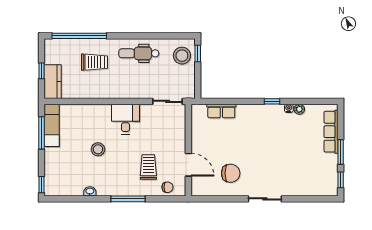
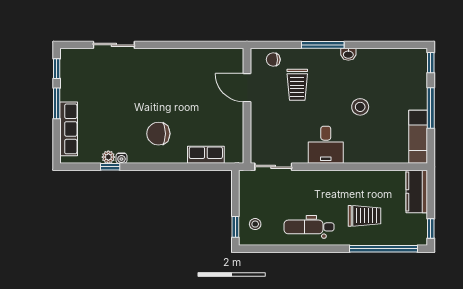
dental chair: (139, 53) -> (309, 227), turned 180
stool: (182, 56) -> (255, 224), width x0.53, depth x0.53
trolley: (94, 62) -> (365, 216), turned 180
window: (41, 71) -> (431, 229), moved
window: (272, 101) -> (110, 167), moved
window: (41, 133) -> (431, 108), moved
chair: (231, 173) -> (158, 134), moved
washbasin: (90, 191) -> (348, 54), moved
sliding door: (265, 199) -> (114, 45), moved

